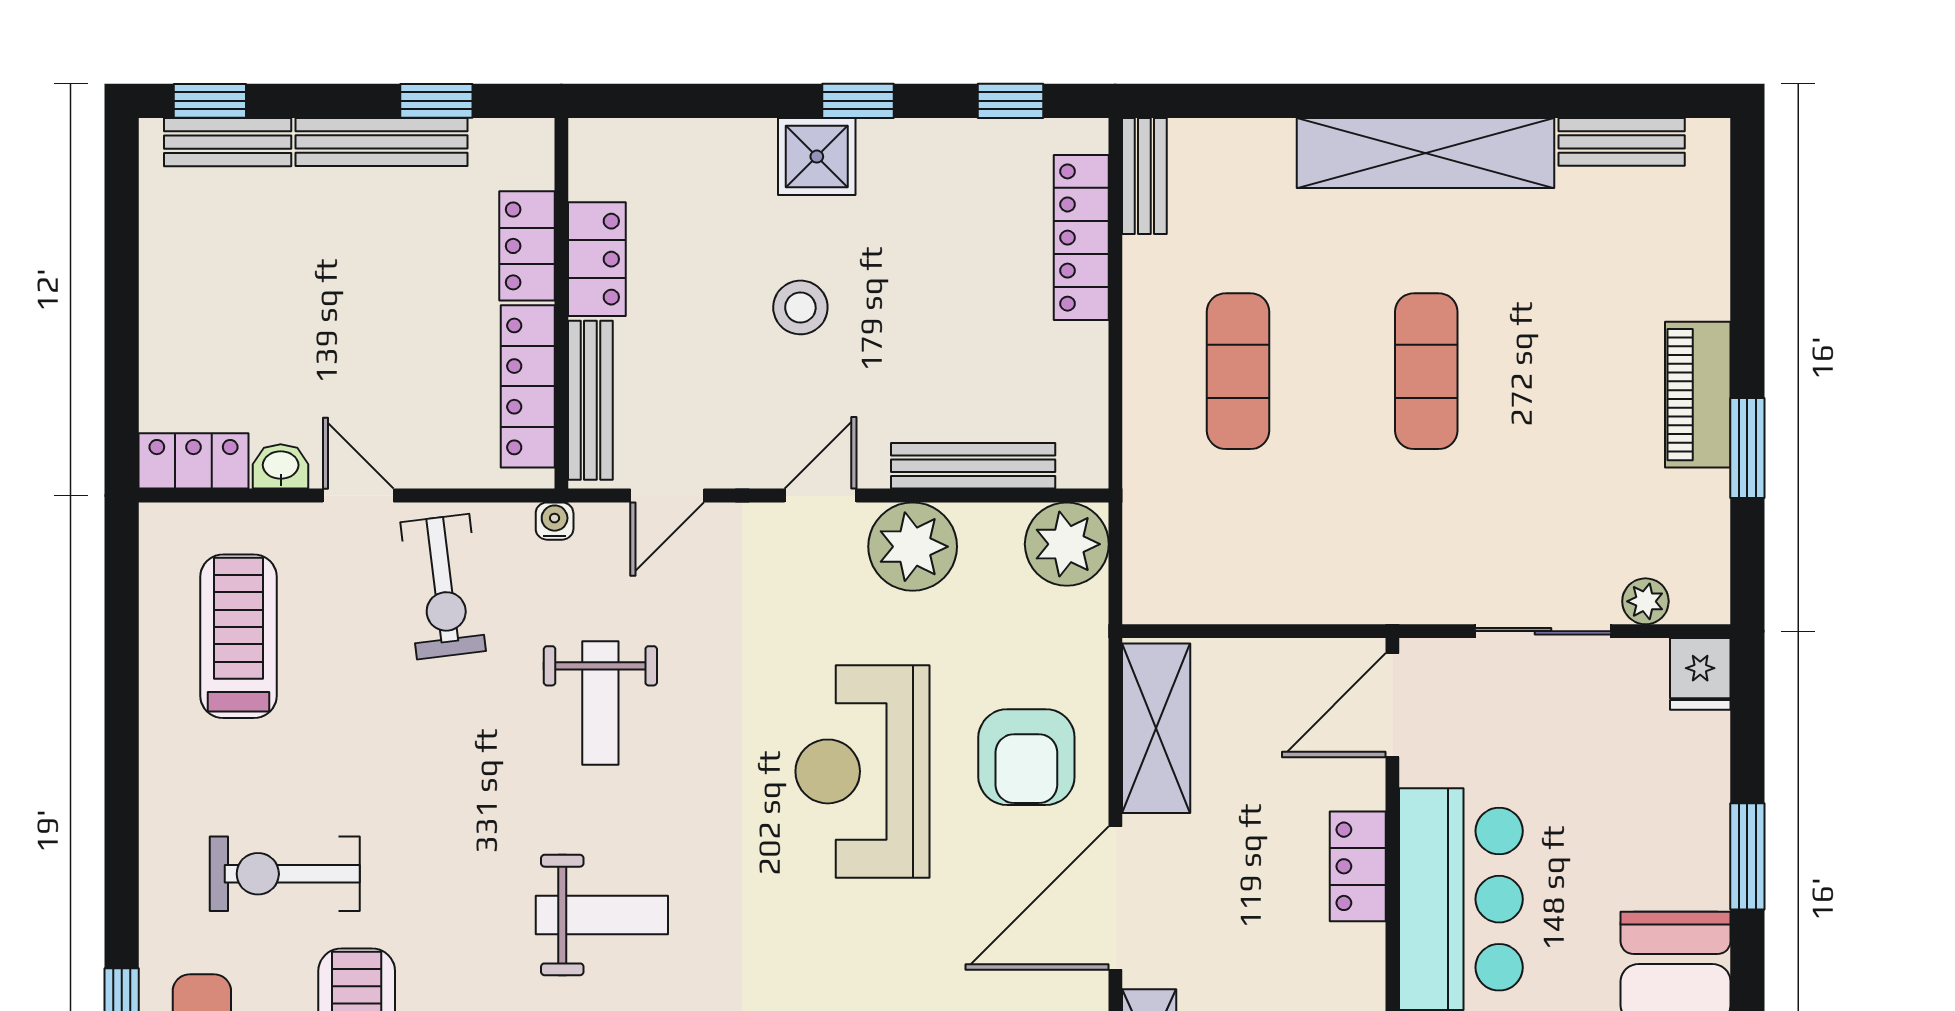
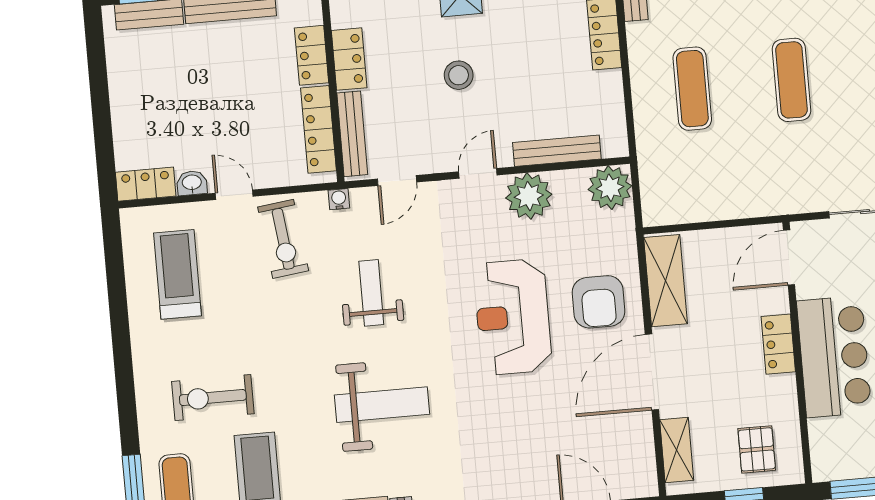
weight bench: (600, 703) -> (371, 293), turned 180
weight bench: (602, 915) -> (382, 405), width x1.36, depth x1.33

